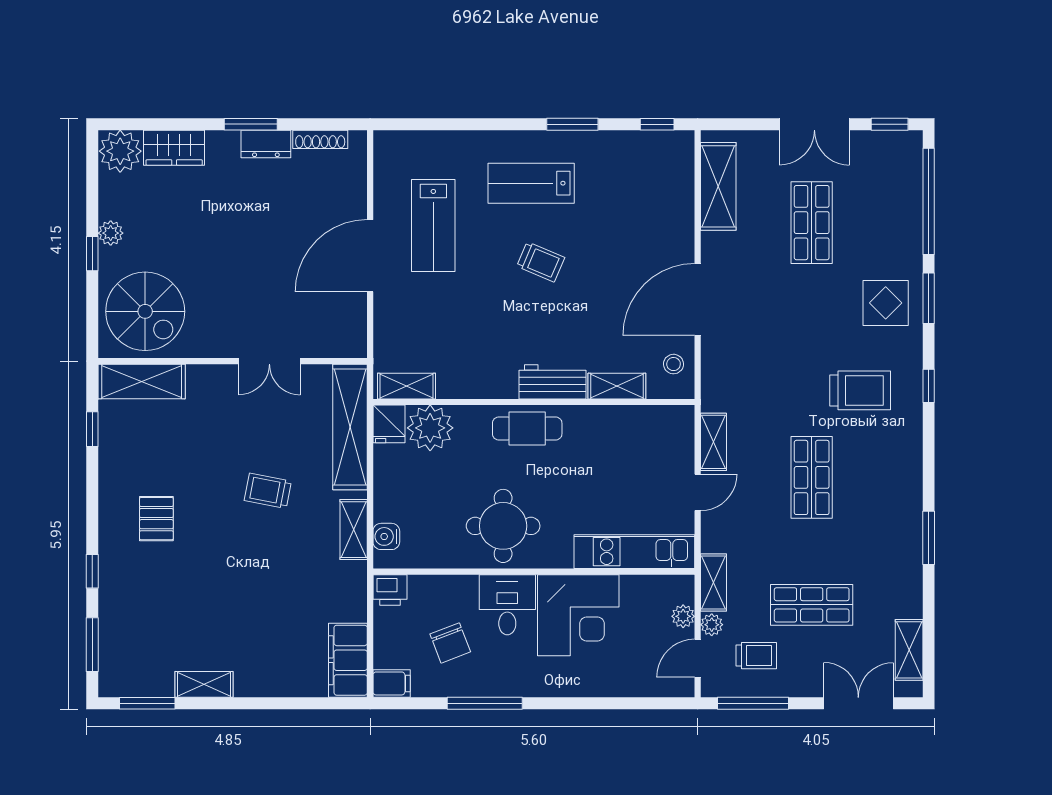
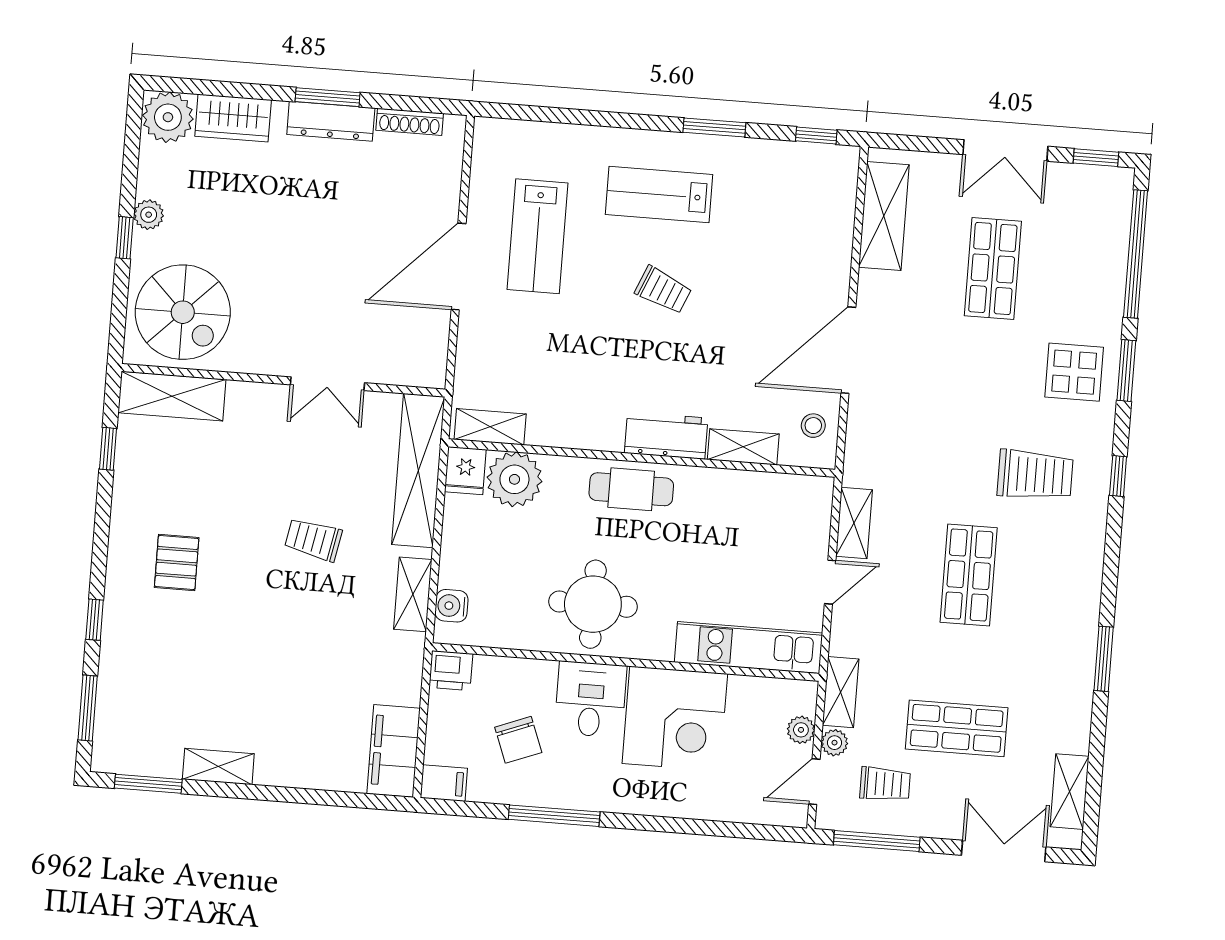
dresser: (266, 144) -> (331, 121), width x1.44

